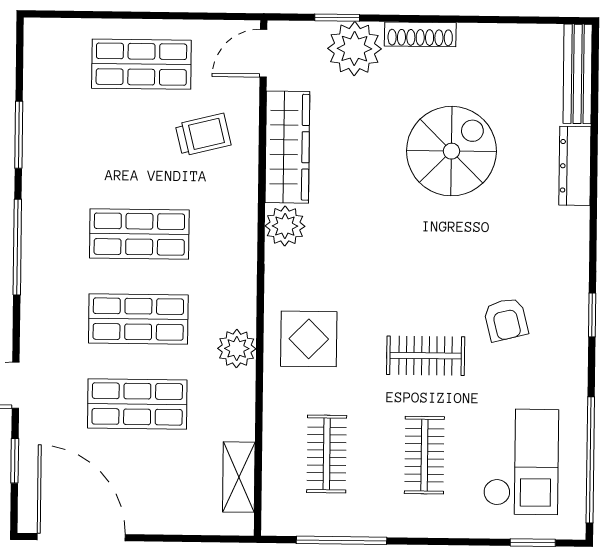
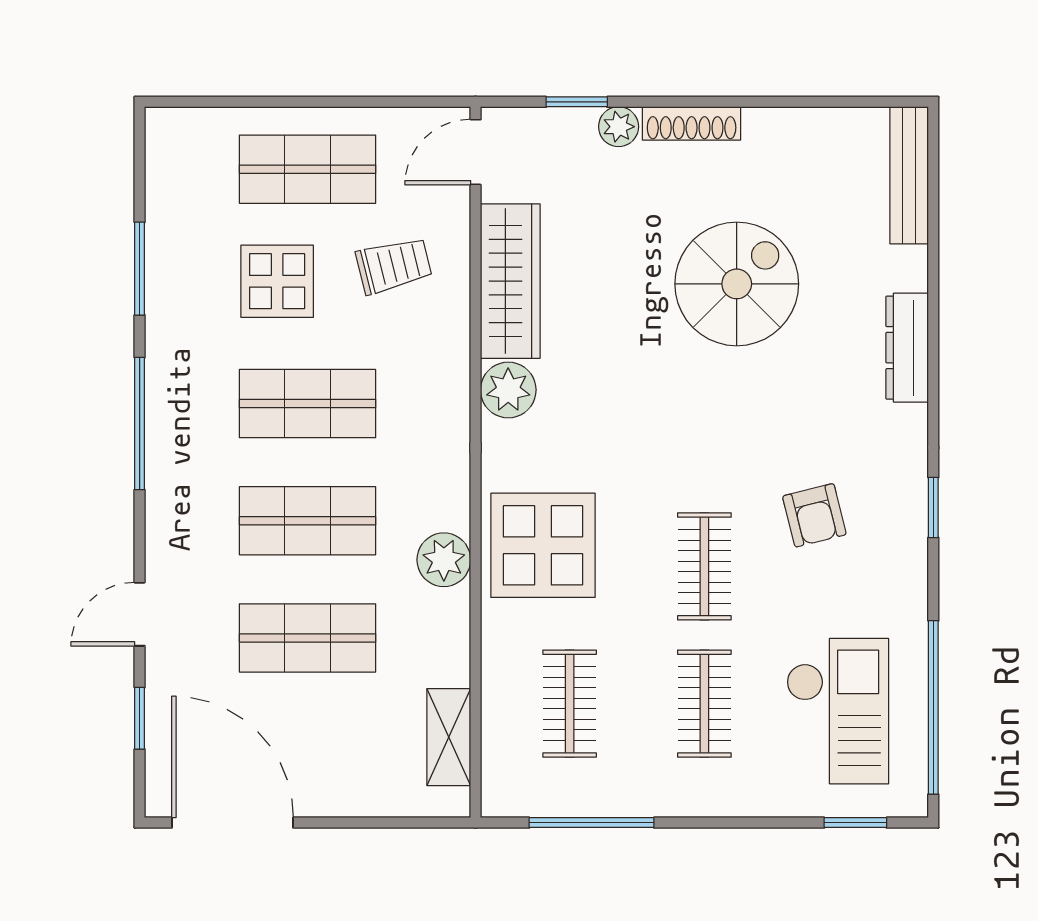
plant: (354, 49) -> (619, 127), width x0.53, depth x0.53
display table: (118, 145) -> (277, 281), added
dresser: (575, 166) -> (907, 348), moved
display table: (309, 339) -> (543, 545), width x1.36, depth x1.36
clothes rail: (426, 356) -> (704, 566), turned 90

